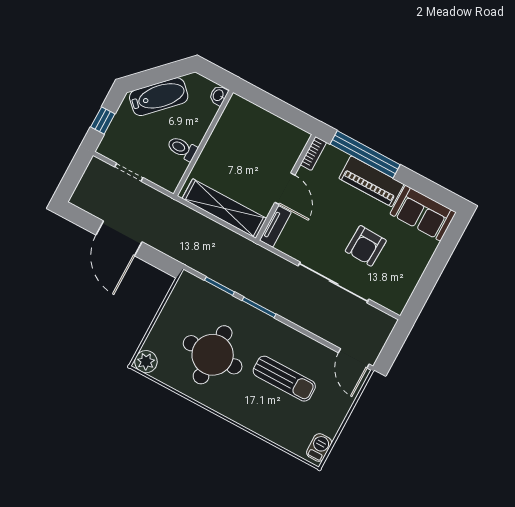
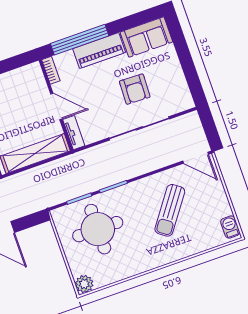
round table: (213, 355) -> (98, 229), moved
sun lounger: (284, 379) -> (170, 210), turned 126

